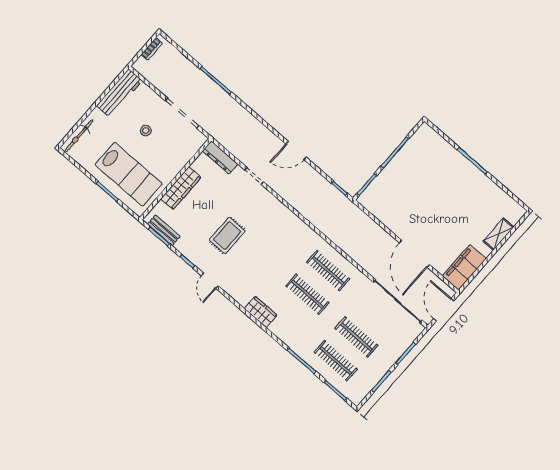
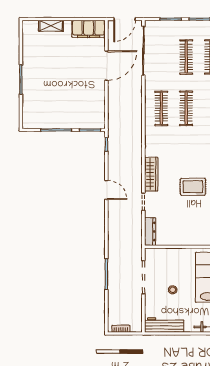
wardrobe: (181, 188) -> (151, 174), moved, turned 90

